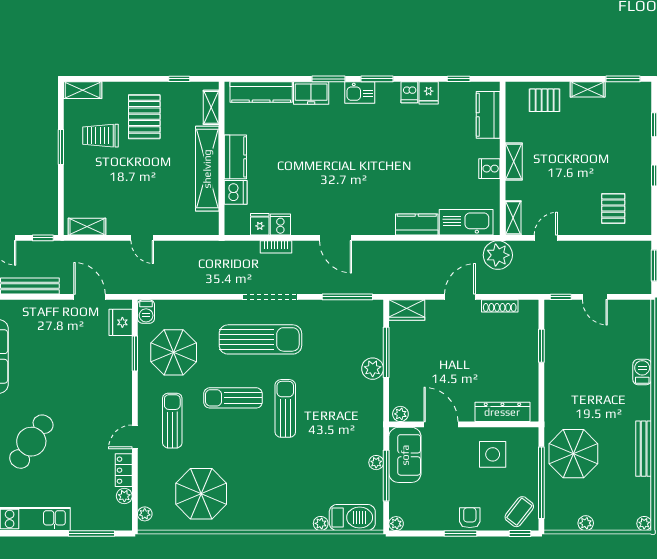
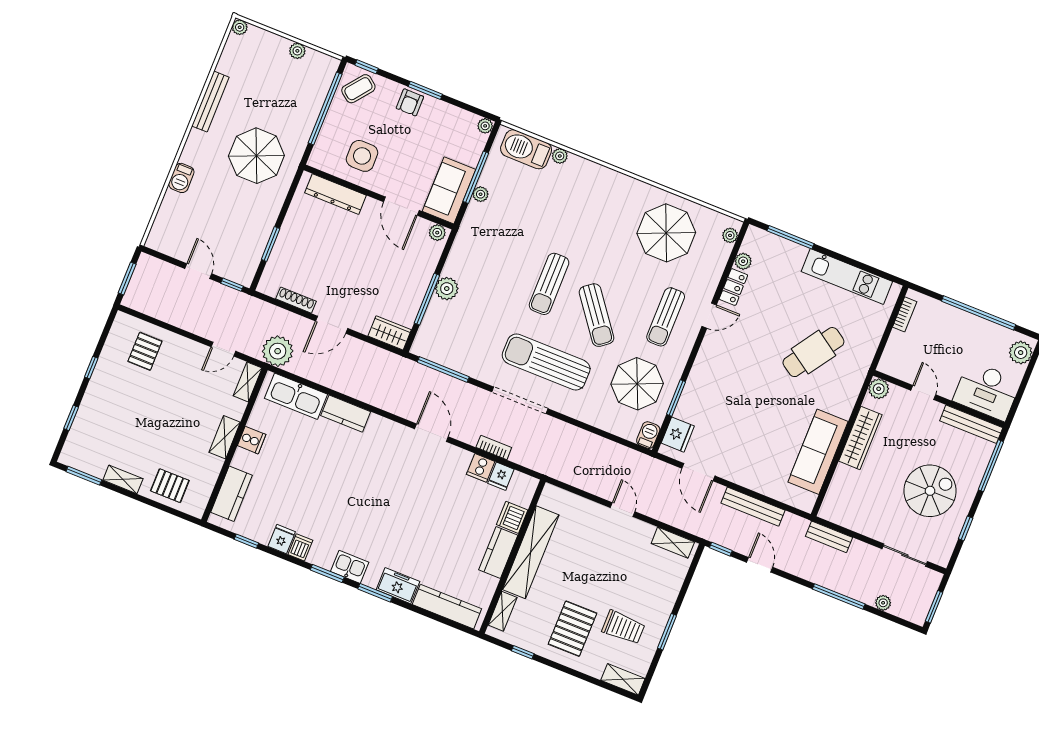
sun lounger: (233, 398) -> (597, 315), turned 53
parasol: (573, 454) -> (256, 156), moved

